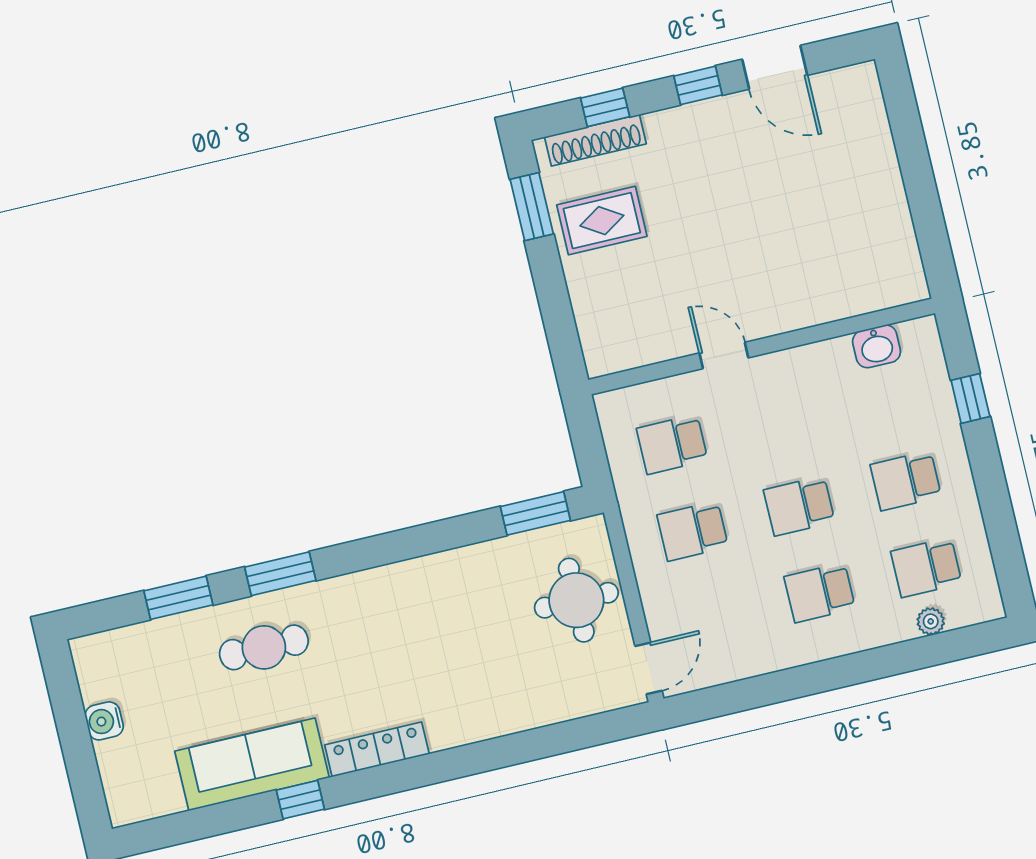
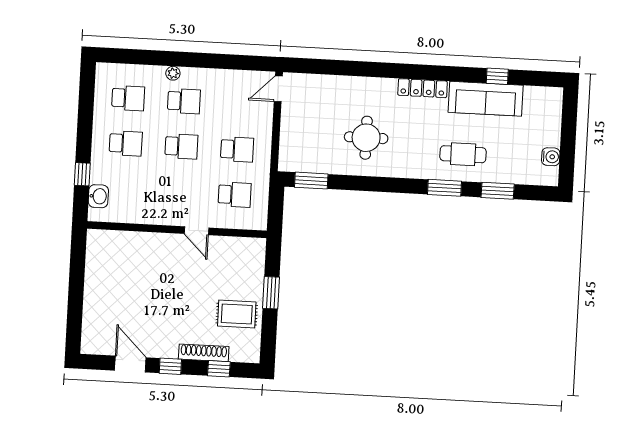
shoe rack: (595, 140) -> (204, 353), moved
window: (532, 207) -> (271, 293), moved
washbasin: (877, 346) -> (98, 196), moved, turned 90
round table: (576, 600) -> (366, 138), moved
plant: (931, 621) -> (173, 73), moved
water cooler: (104, 721) -> (551, 157), moved
window: (300, 800) -> (497, 76), moved

